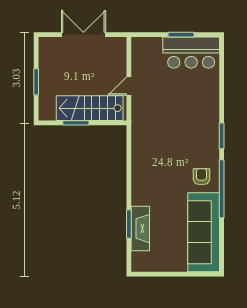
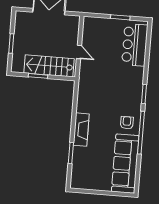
bar counter: (191, 53) -> (135, 45), moved, turned 90
door: (129, 86) -> (79, 52), swing flipped
fireplace: (140, 229) -> (81, 130), moved

